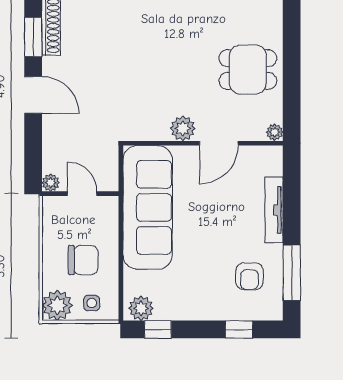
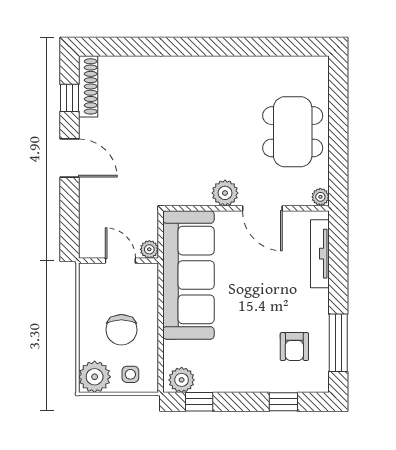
window: (33, 37) -> (70, 98), width x0.67
dining table: (248, 70) -> (293, 132), width x1.37
door: (219, 143) -> (262, 208), hinge flipped
plant: (51, 183) -> (149, 249), moved
tv unit: (274, 210) -> (320, 254), moved
chair: (83, 260) -> (121, 330), turned 90

